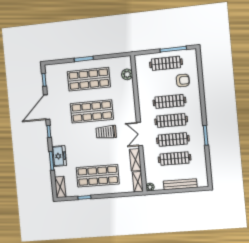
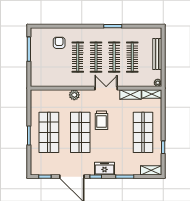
clothes rail: (166, 63) -> (41, 57), removed
plant: (127, 74) -> (74, 95), moved
double door: (140, 134) -> (106, 88), swing flipped
freezer: (59, 156) -> (105, 169), moved

